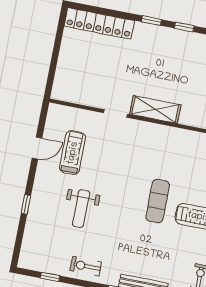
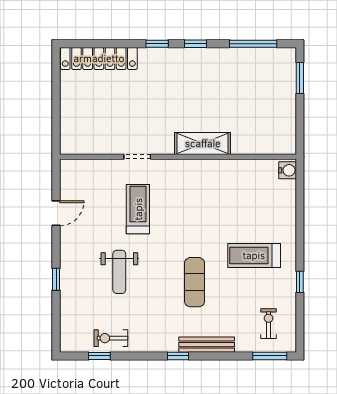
shelving: (155, 109) -> (203, 143), moved
treadmill: (73, 153) -> (138, 209), moved
exercise mat: (158, 201) -> (195, 282), moved
exercise bike: (86, 266) -> (111, 338), moved

